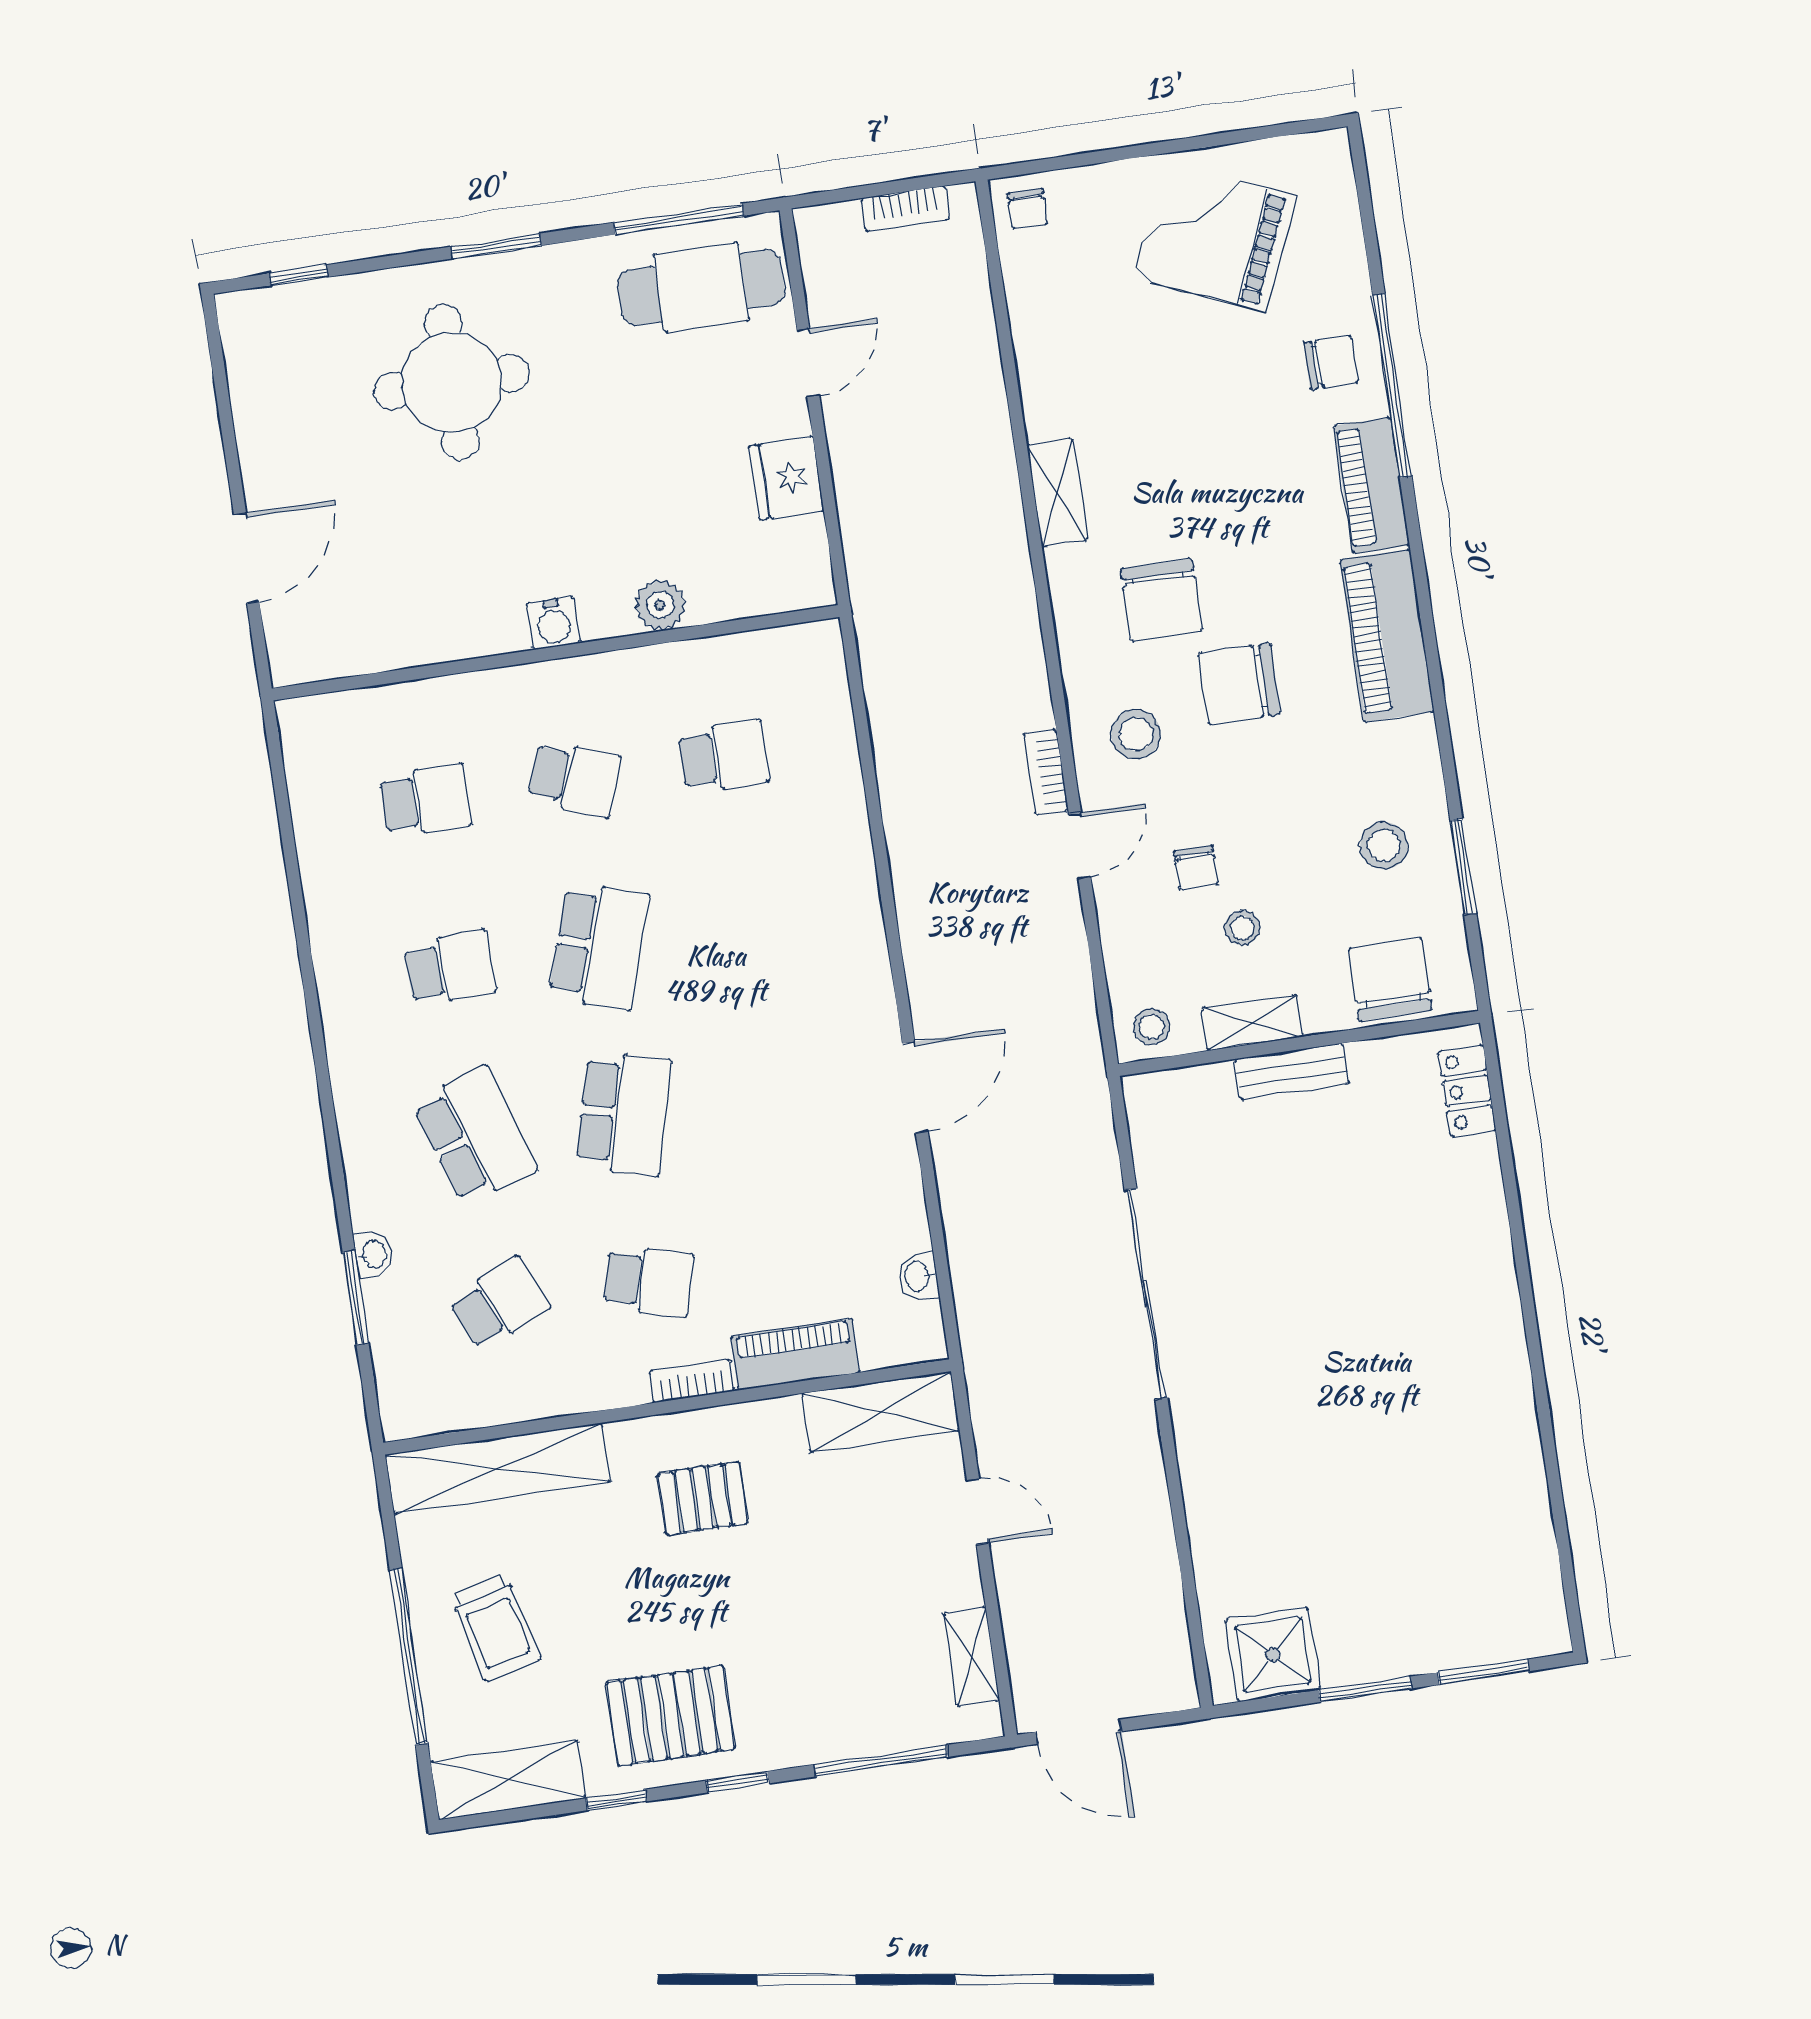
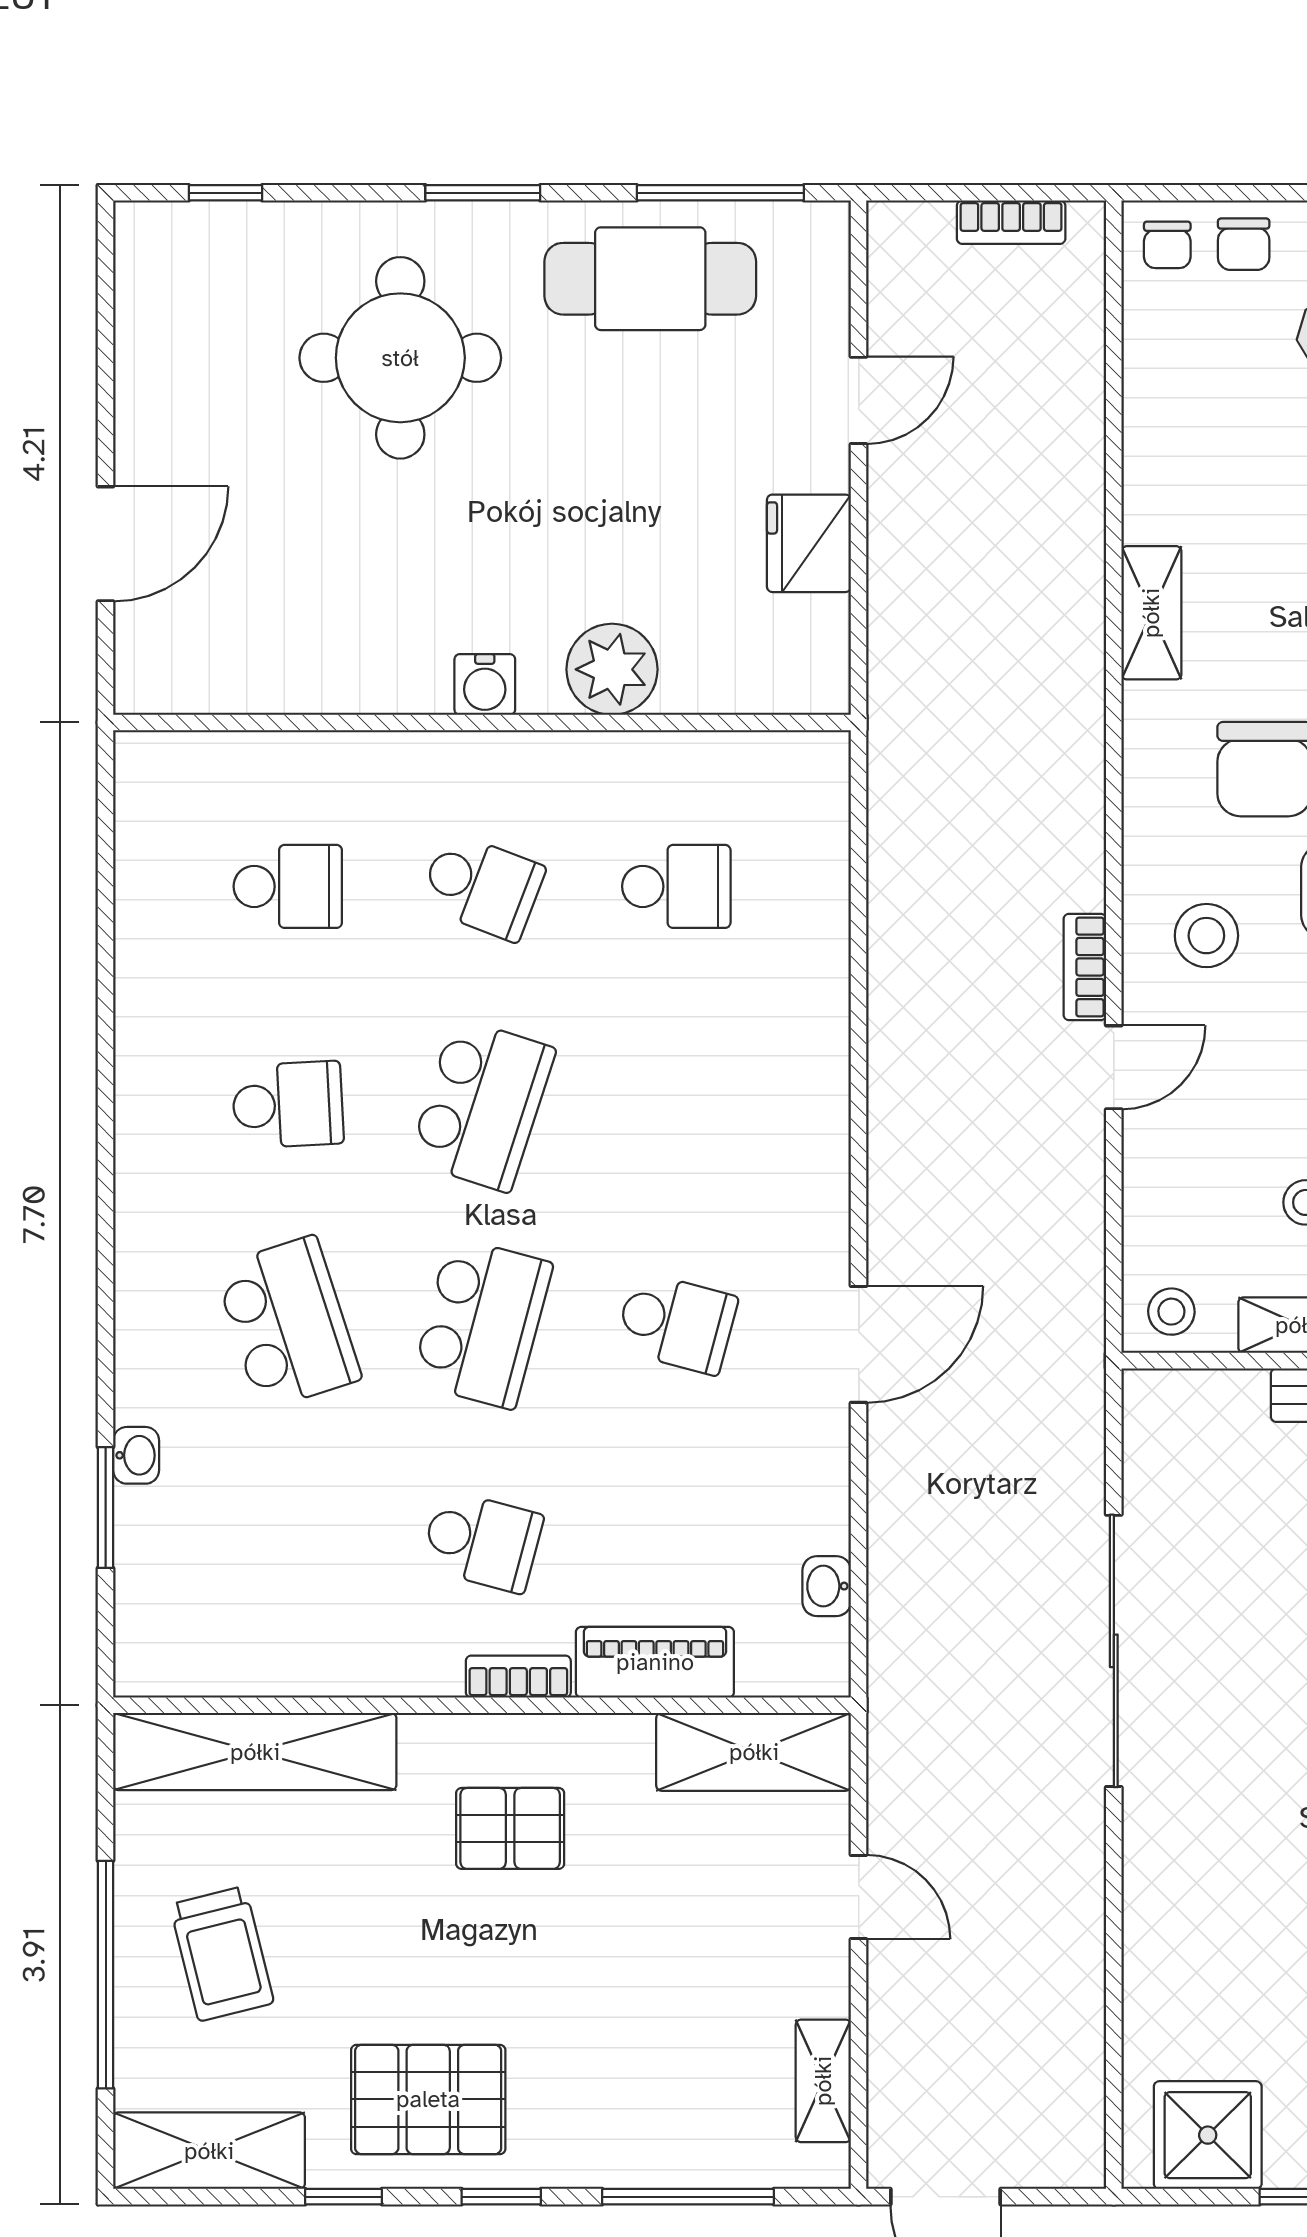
cafe table: (701, 287) -> (650, 279), moved
plant: (660, 605) -> (612, 669), width x1.36, depth x1.36
chair: (1196, 868) -> (1244, 244), moved
school desk: (499, 1303) -> (676, 1323), moved, turned 39

